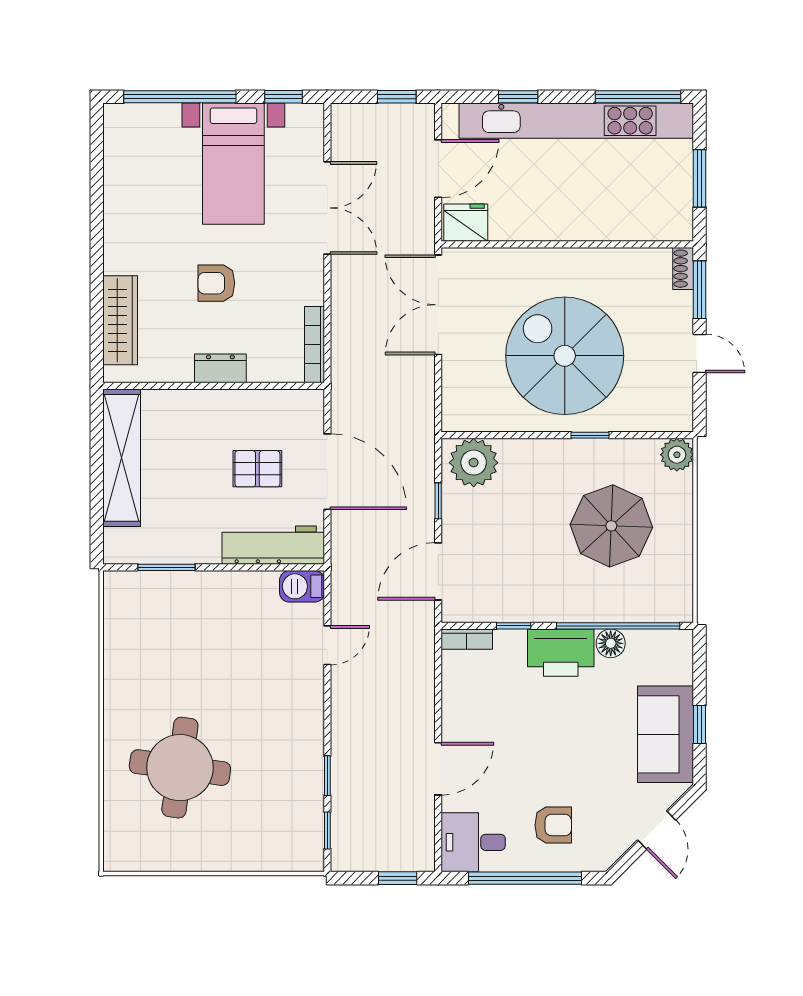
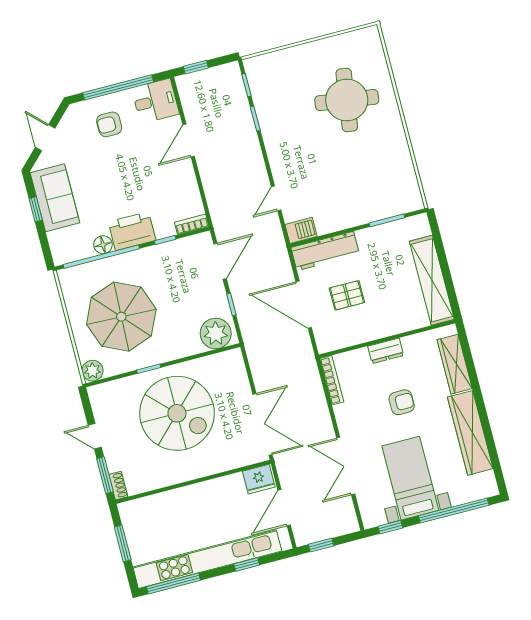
wardrobe: (124, 209) -> (470, 433), added
parasol: (611, 526) -> (121, 317), width x1.36, depth x1.36

